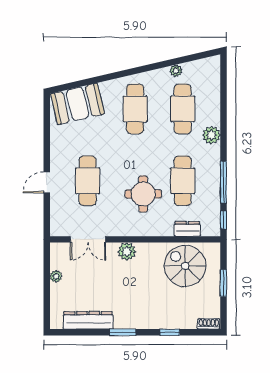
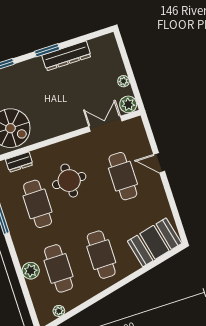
plant: (176, 71) -> (59, 311), moved
plant: (211, 135) -> (31, 271), moved
door: (47, 182) -> (159, 163), swing flipped
plant: (127, 251) -> (128, 104), moved
dresser: (88, 320) -> (66, 56), moved

